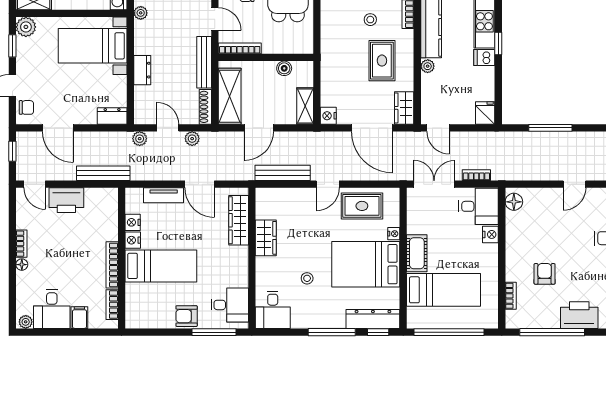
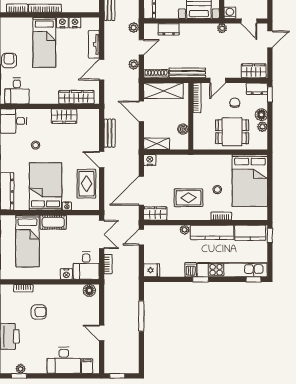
dresser: (142, 70) -> (169, 29), moved
bench: (283, 173) -> (110, 133), width x0.73

